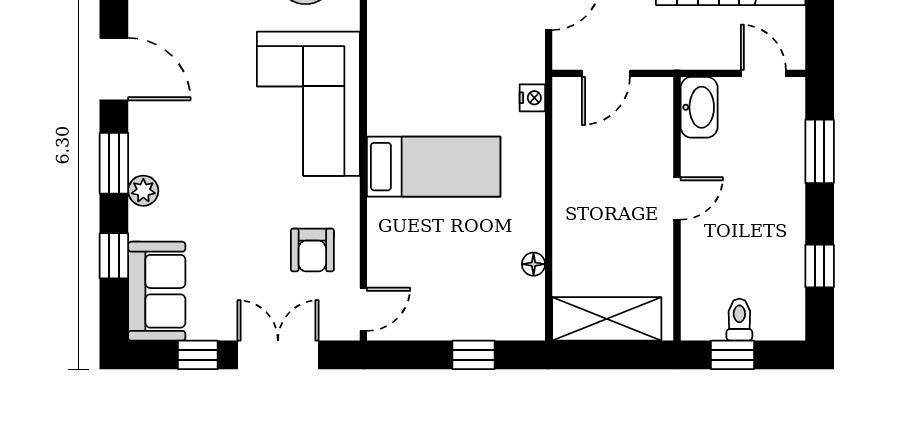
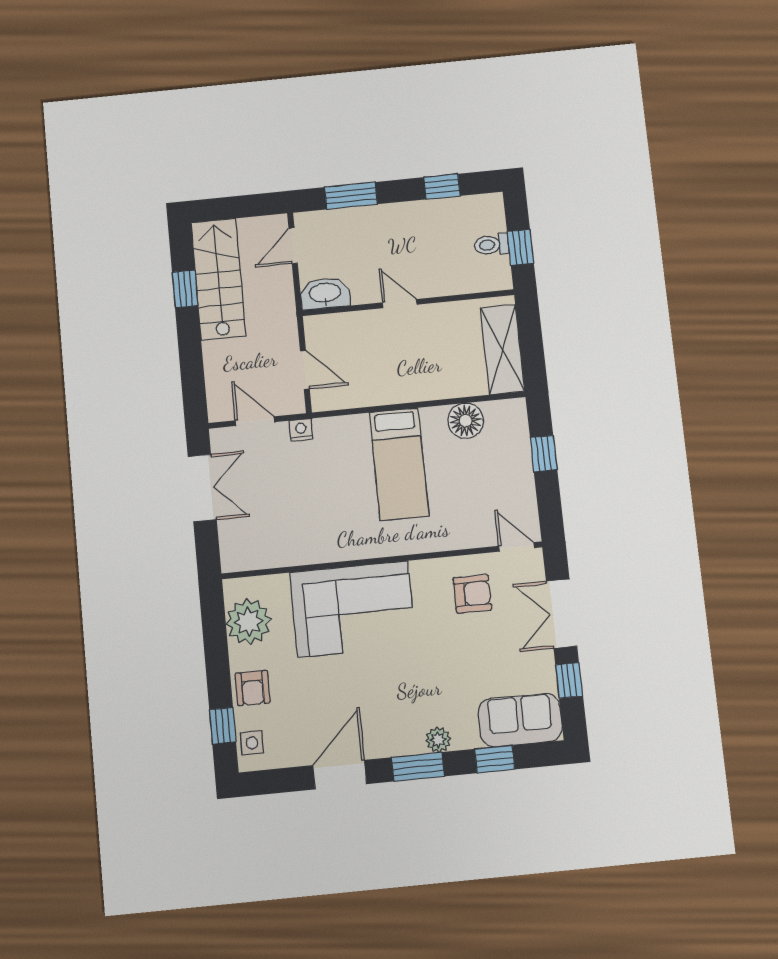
nightstand: (532, 98) -> (301, 430), moved
bed: (434, 167) -> (399, 464), moved, turned 180
floor lamp: (534, 264) -> (466, 421), width x1.89, depth x1.89

